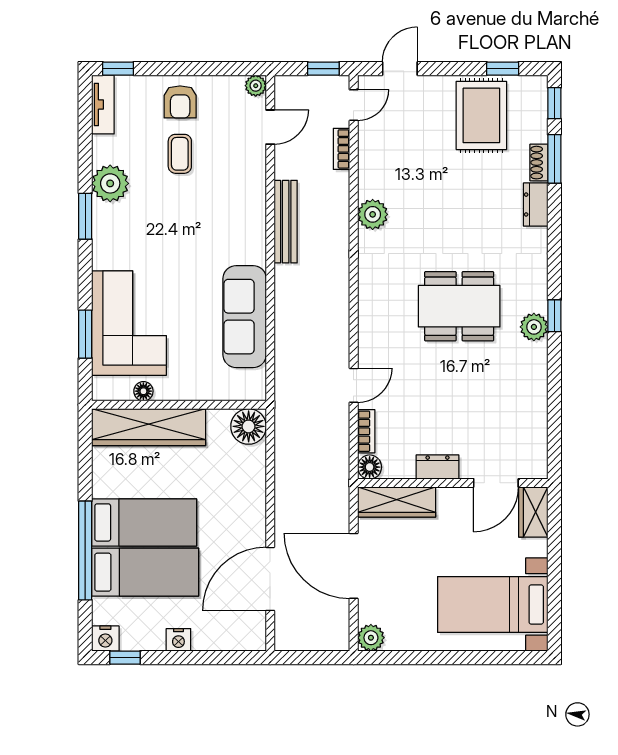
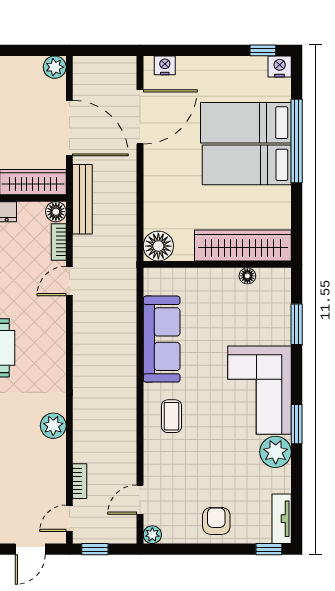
coffee table: (180, 154) -> (172, 416), moved
bench: (286, 222) -> (82, 199), moved
corner sofa: (129, 323) -> (260, 390), moved
nightstand: (178, 640) -> (165, 65), moved

